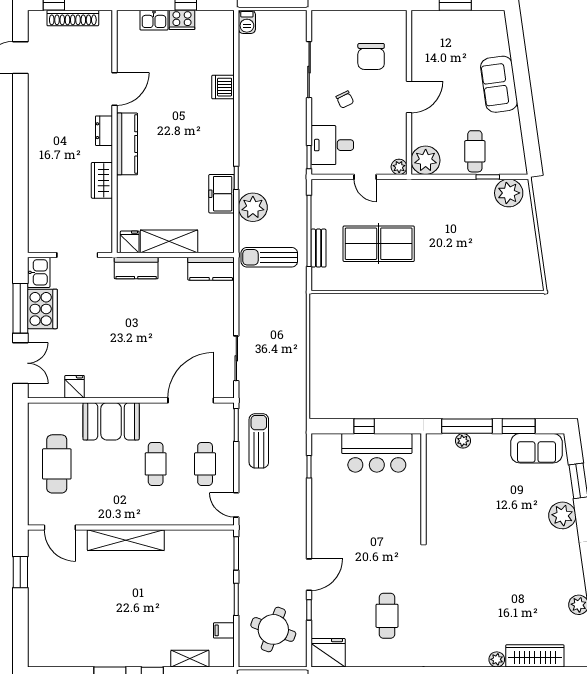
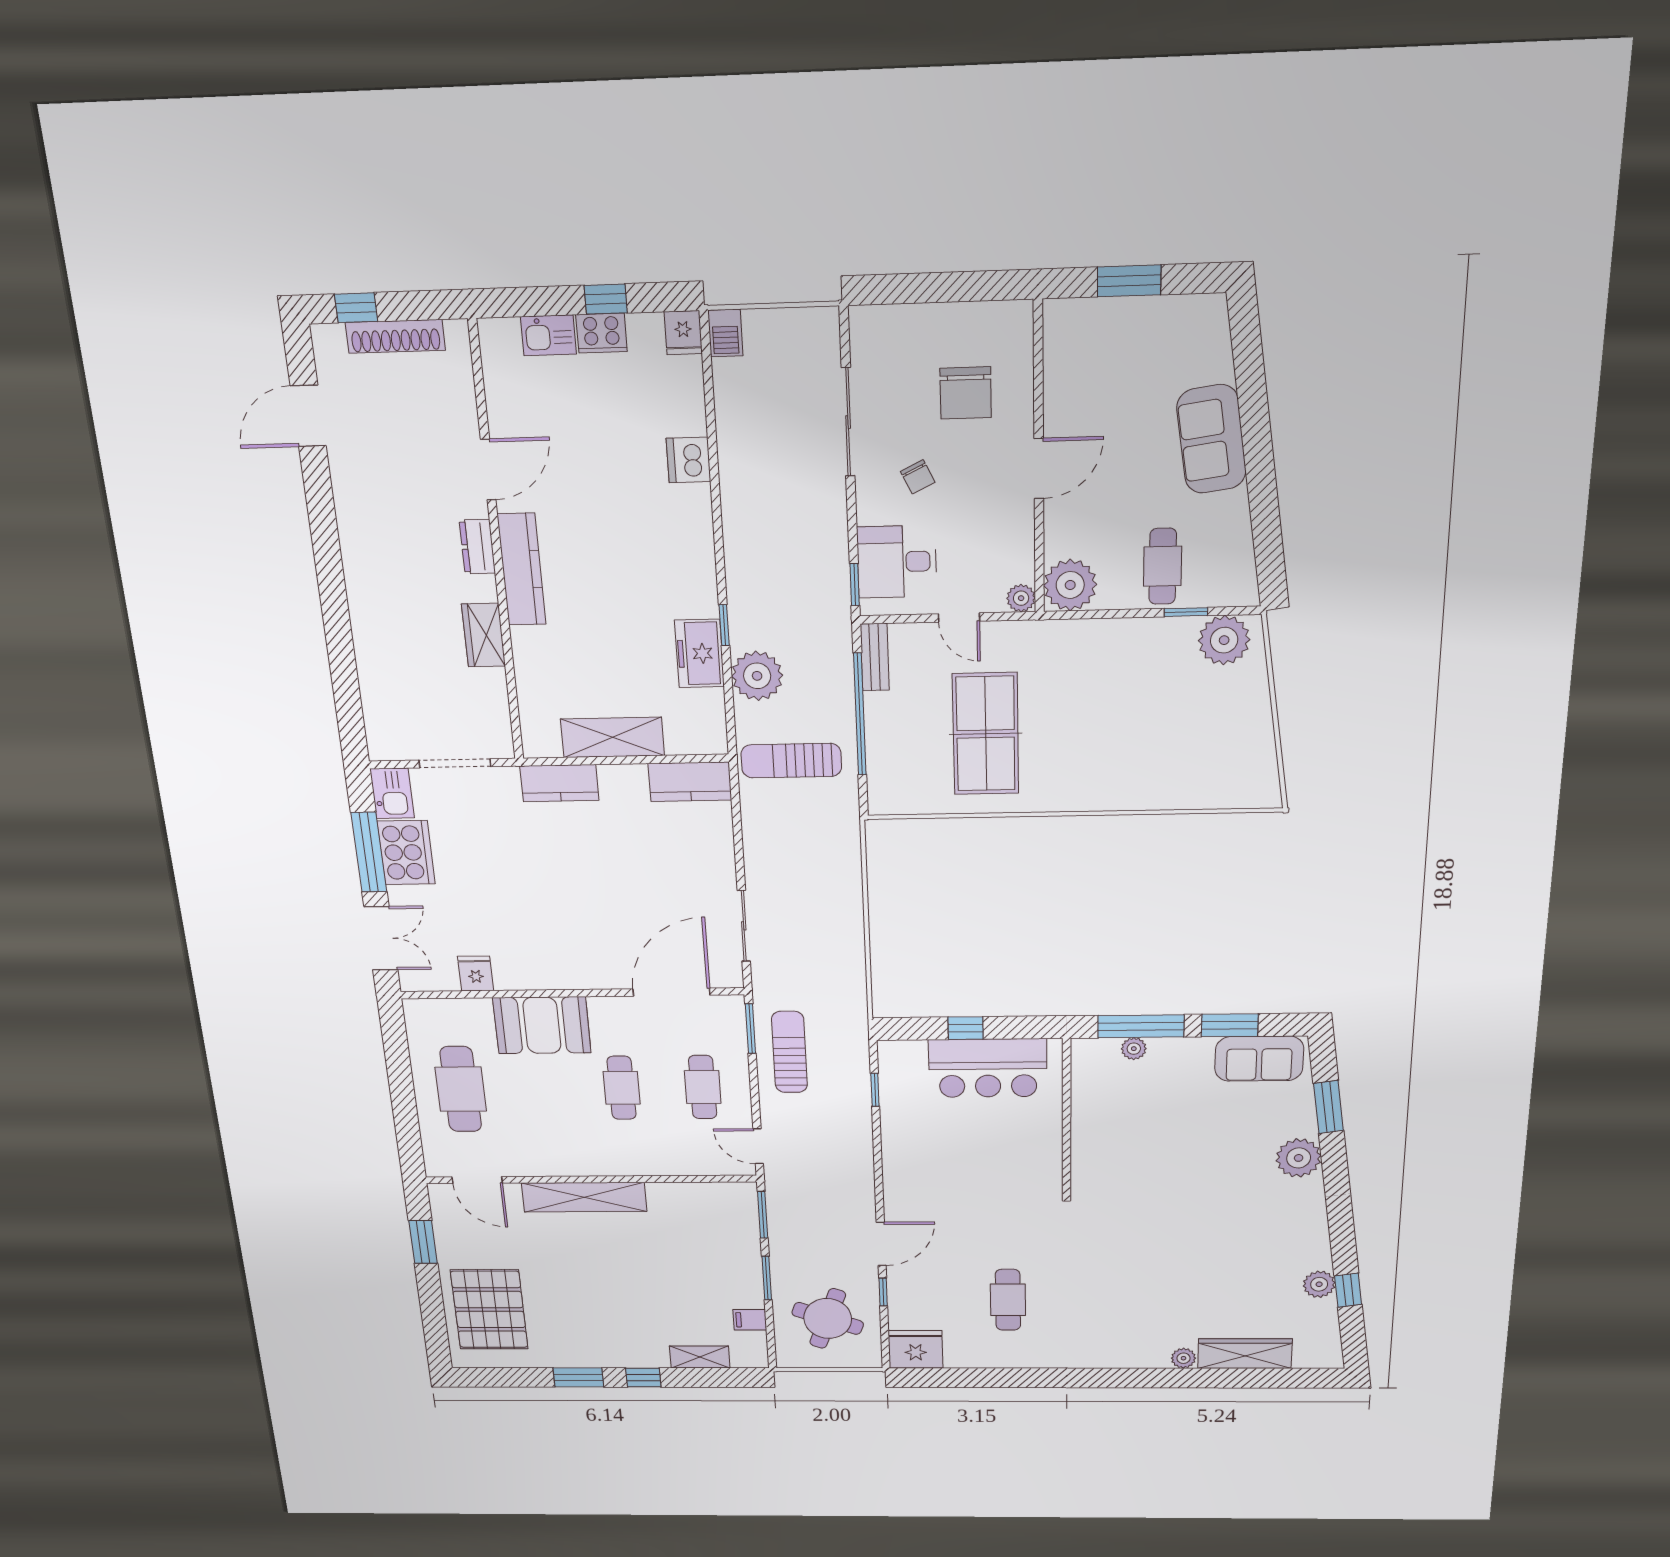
fridge: (130, 242) -> (683, 333), moved, turned 180
table tennis table: (379, 244) -> (986, 734), turned 90
bench: (318, 248) -> (875, 657), moved
pallet: (57, 622) -> (489, 1309), added

